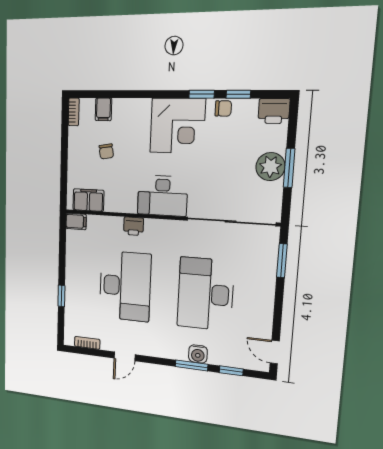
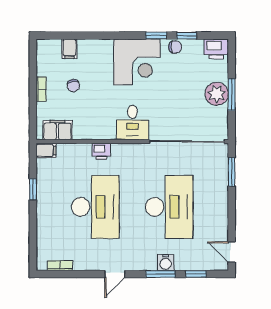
bookcase: (74, 112) -> (41, 89), moved
desk: (162, 196) -> (132, 123), width x0.73
desk: (205, 294) -> (169, 207), turned 180
window: (61, 296) -> (33, 189), moved
door: (125, 356) -> (115, 274), moved

